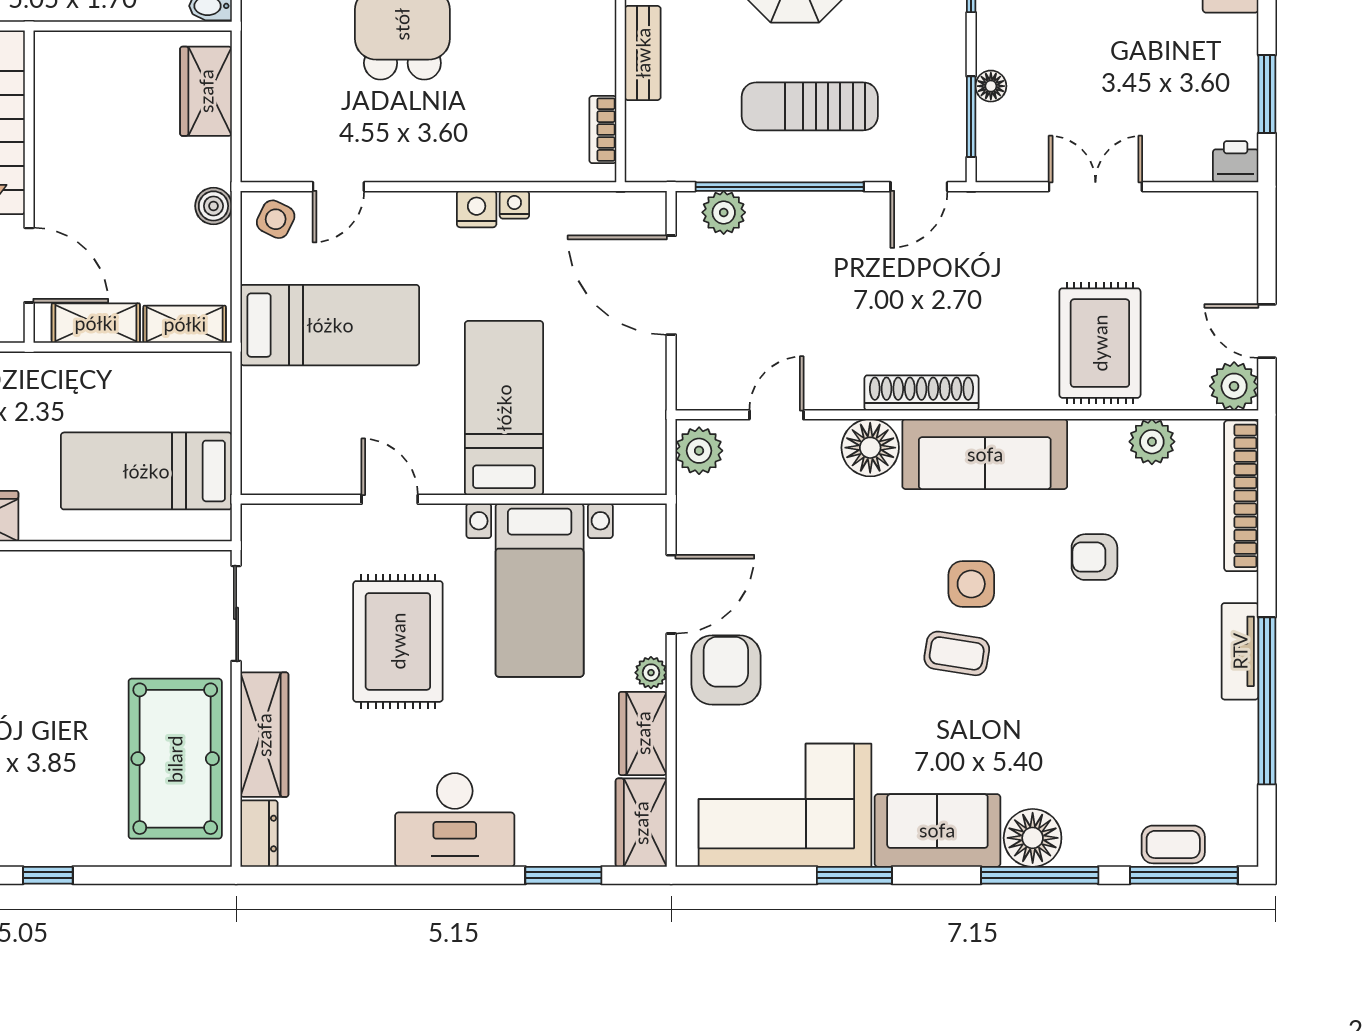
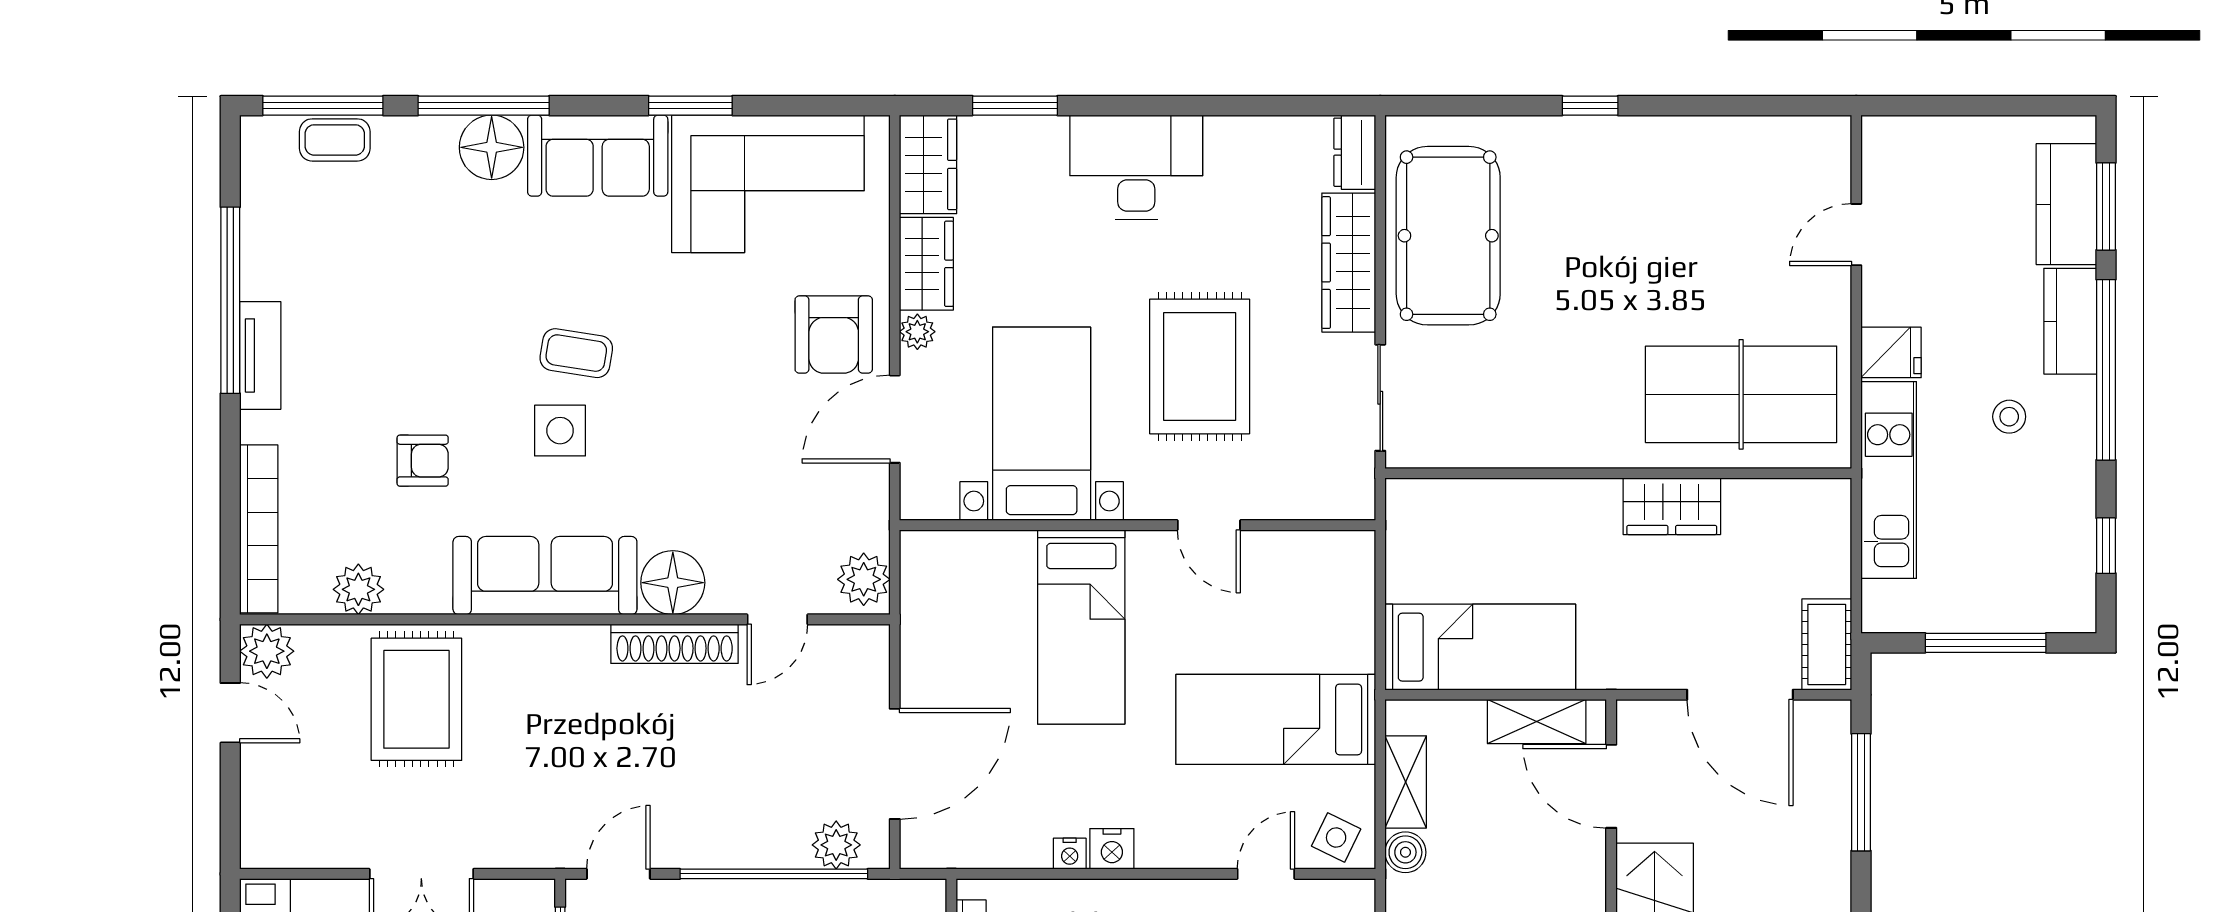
door: (671, 285) -> (895, 764), hinge flipped
shelving: (185, 324) -> (1406, 782), moved, turned 90
shoe rack: (922, 393) -> (675, 644), moved
bed: (146, 471) -> (1480, 647), moved

